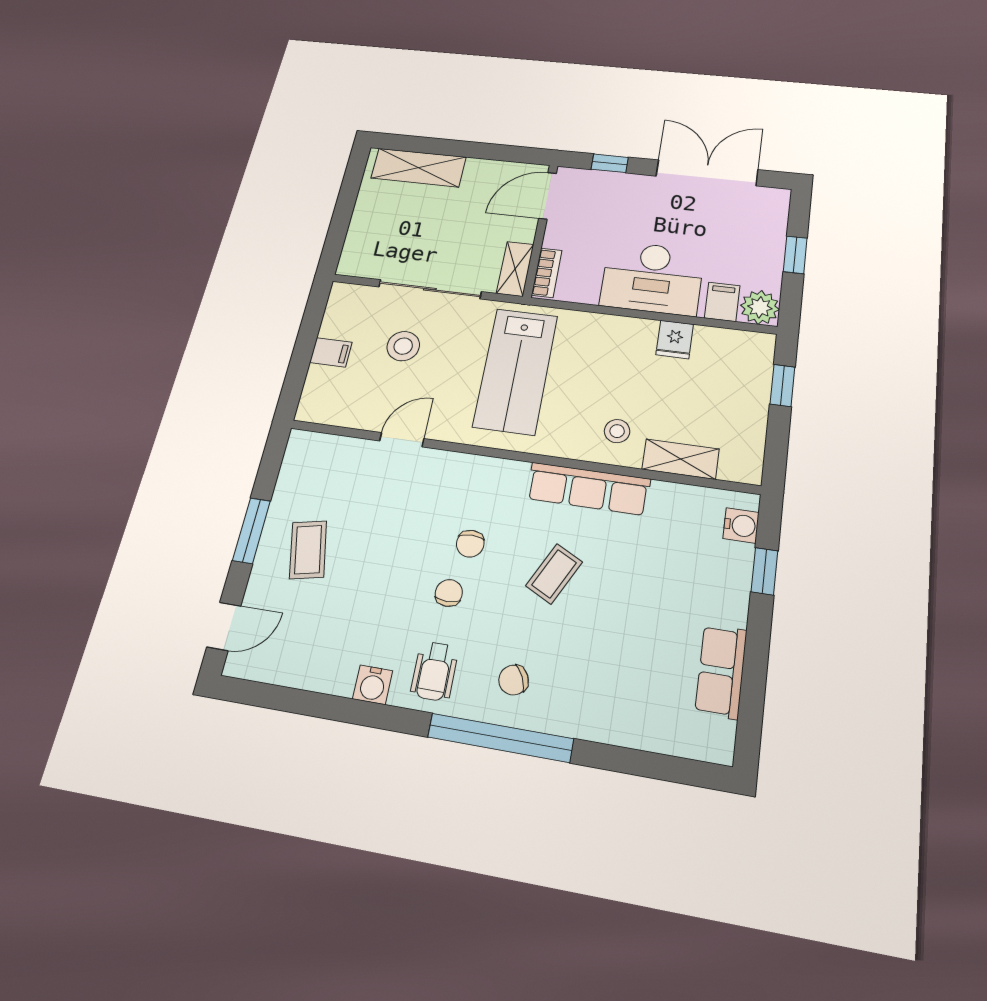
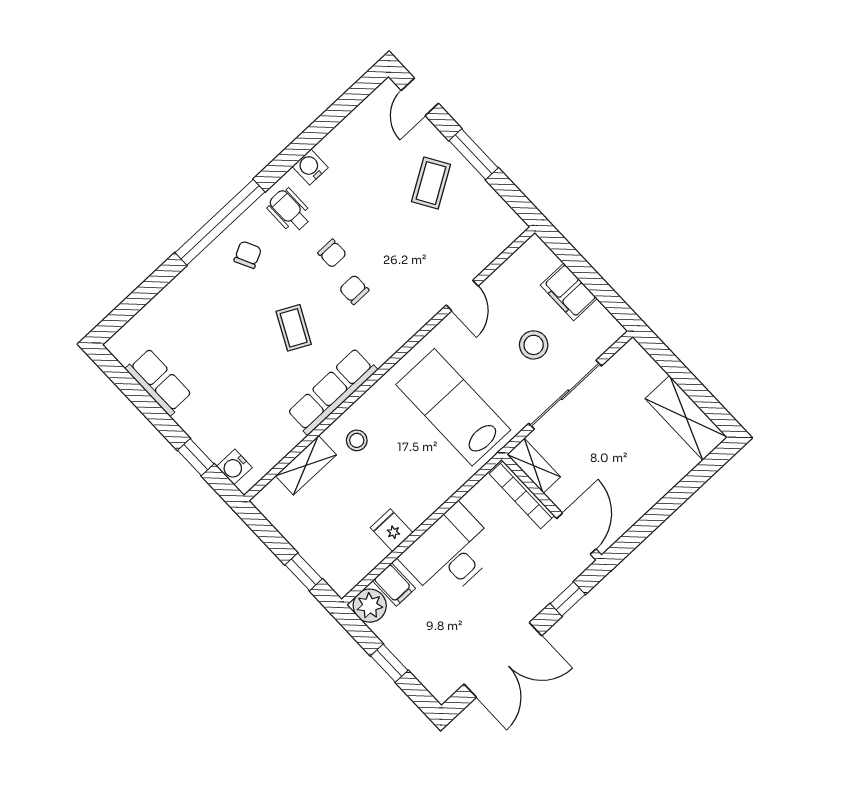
shelving: (418, 168) -> (686, 418), moved, turned 90
bookcase: (547, 273) -> (522, 495), width x1.56
filing cabinet: (331, 352) -> (569, 292), width x2.00
coffee table: (308, 550) -> (431, 183), turned 71

